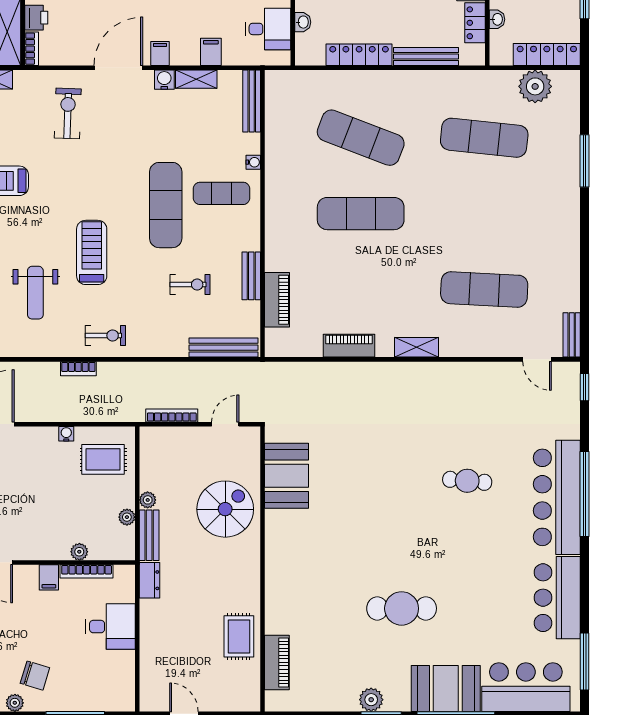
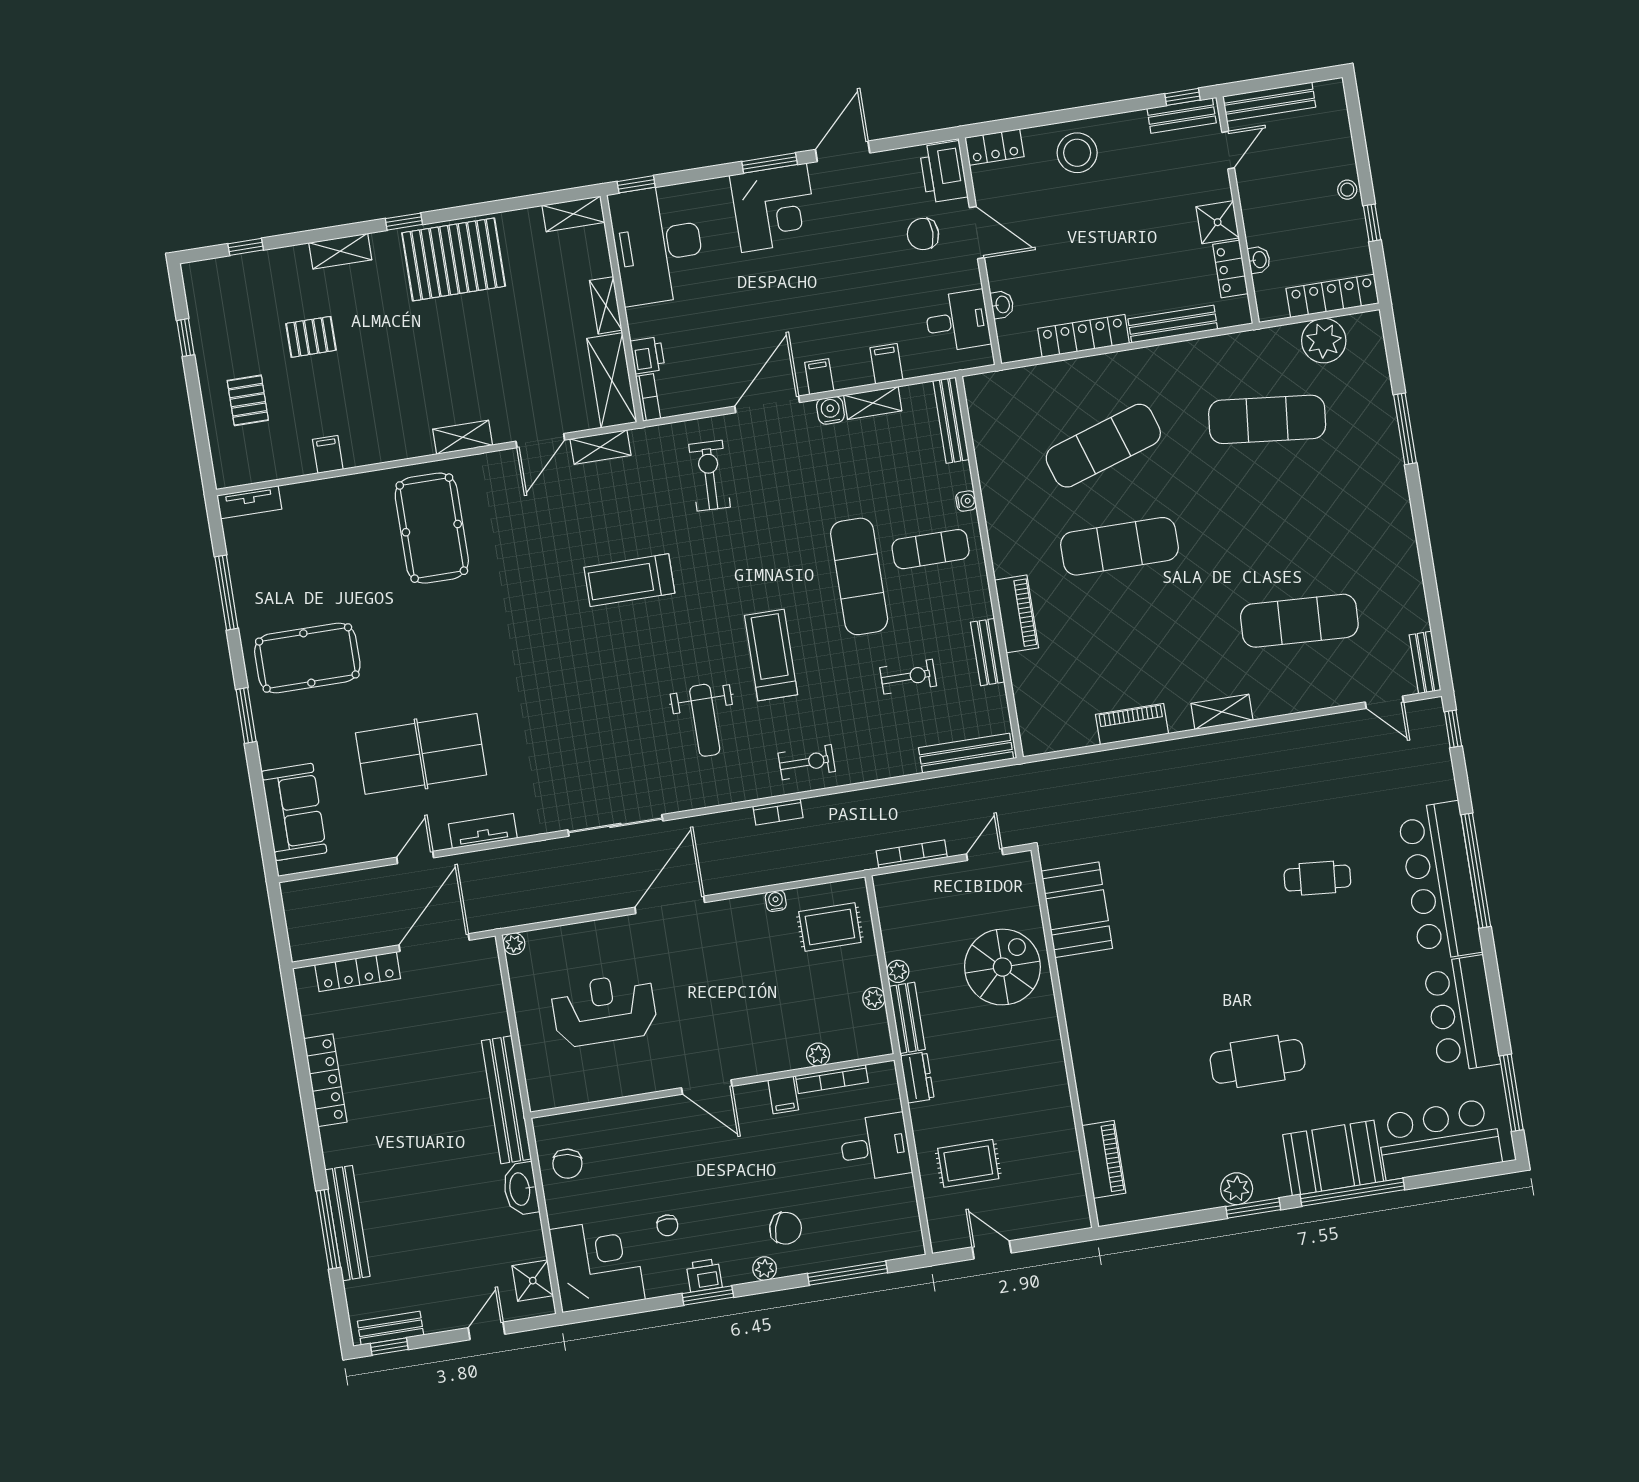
exercise mat: (361, 138) -> (1103, 446), turned -39
piano: (277, 300) -> (1016, 614), moved
rug: (239, 636) -> (968, 1163), moved, turned 90

